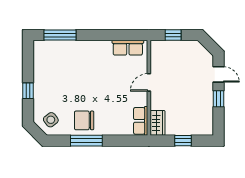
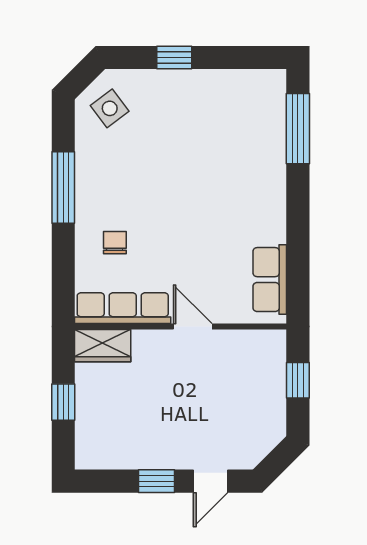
chair: (84, 120) -> (115, 243), moved, width x0.54, depth x0.54
row of seats: (141, 121) -> (123, 308), width x1.48

